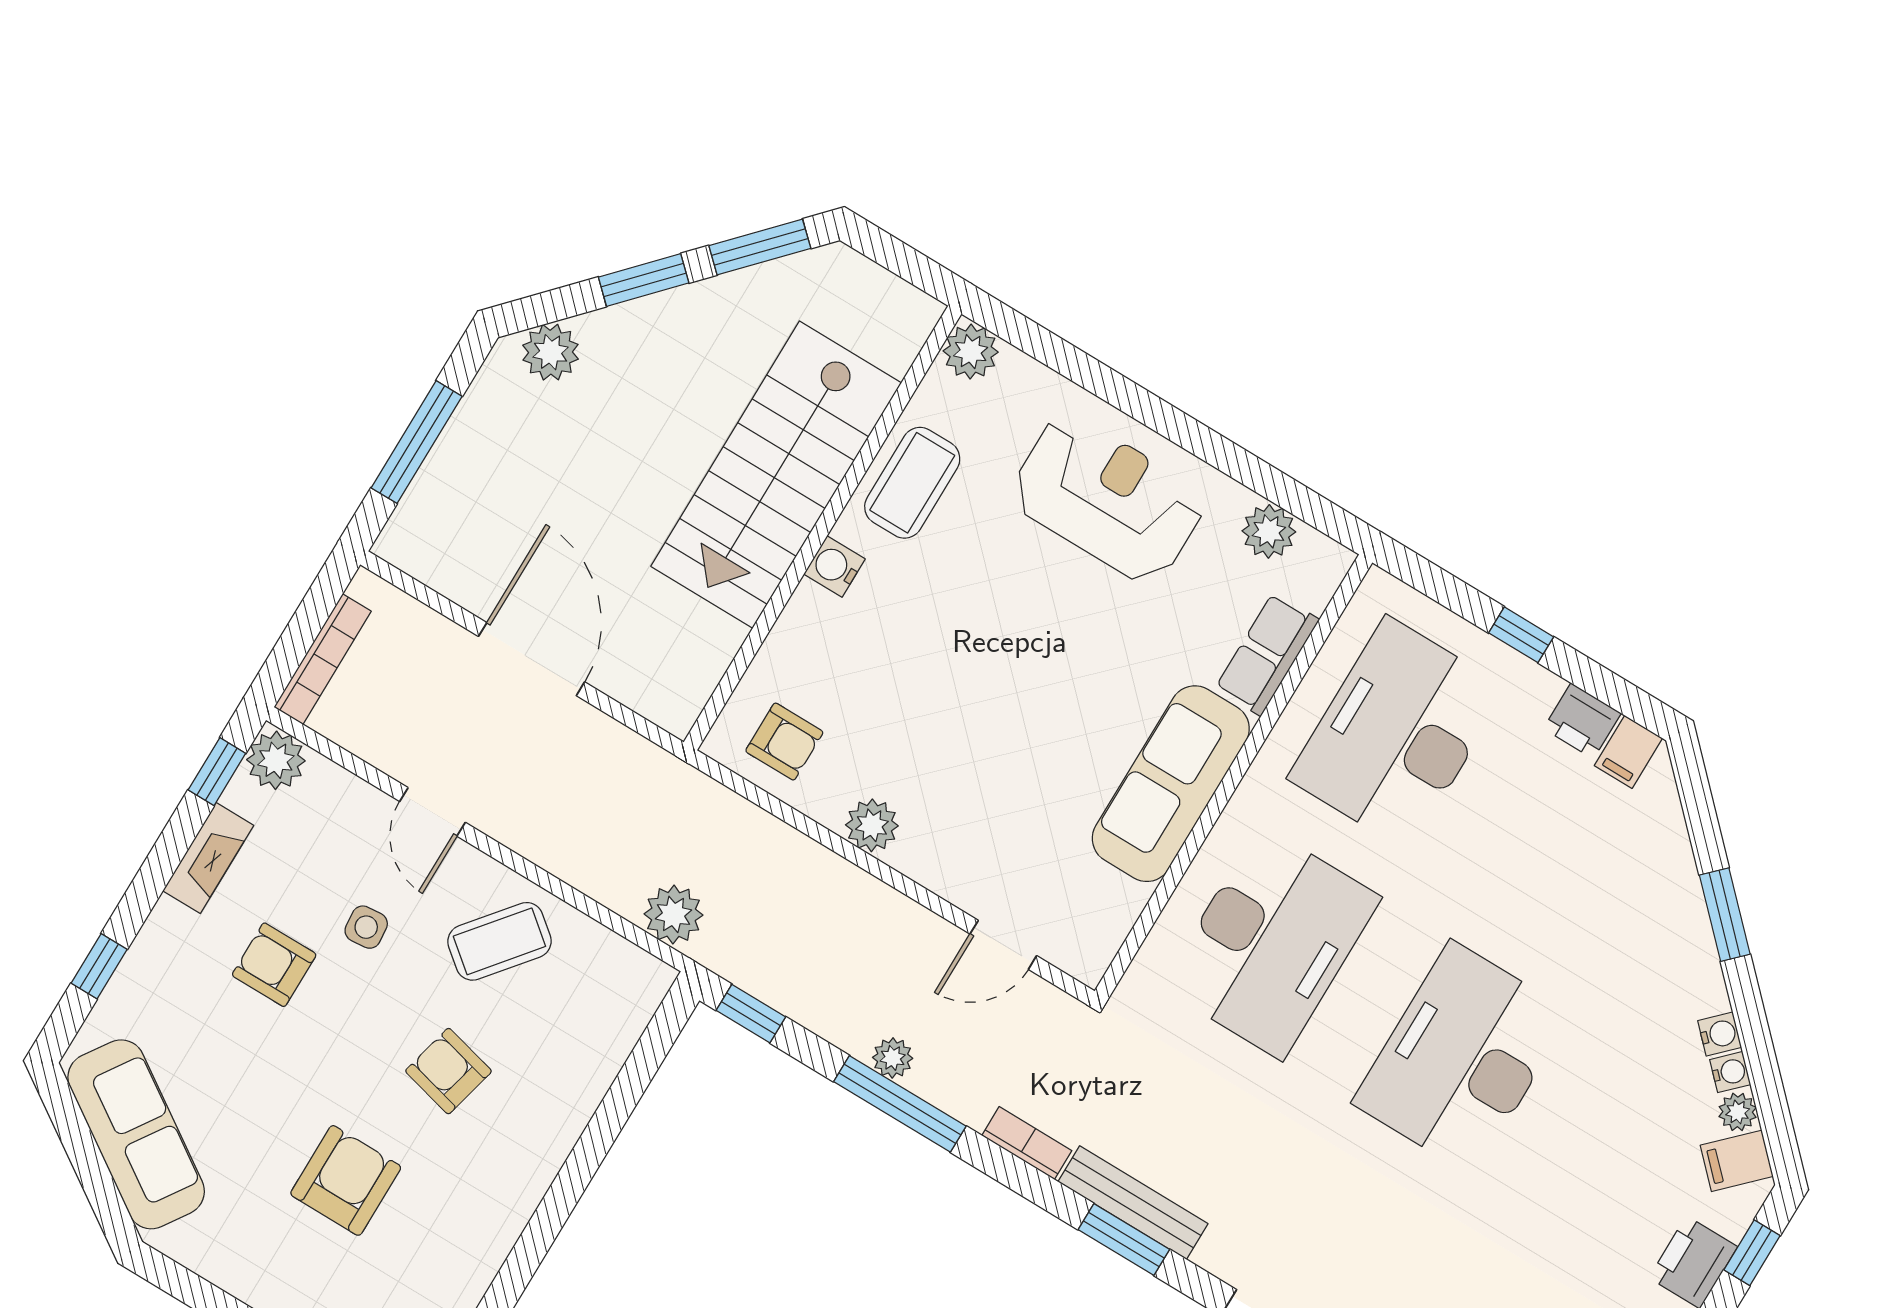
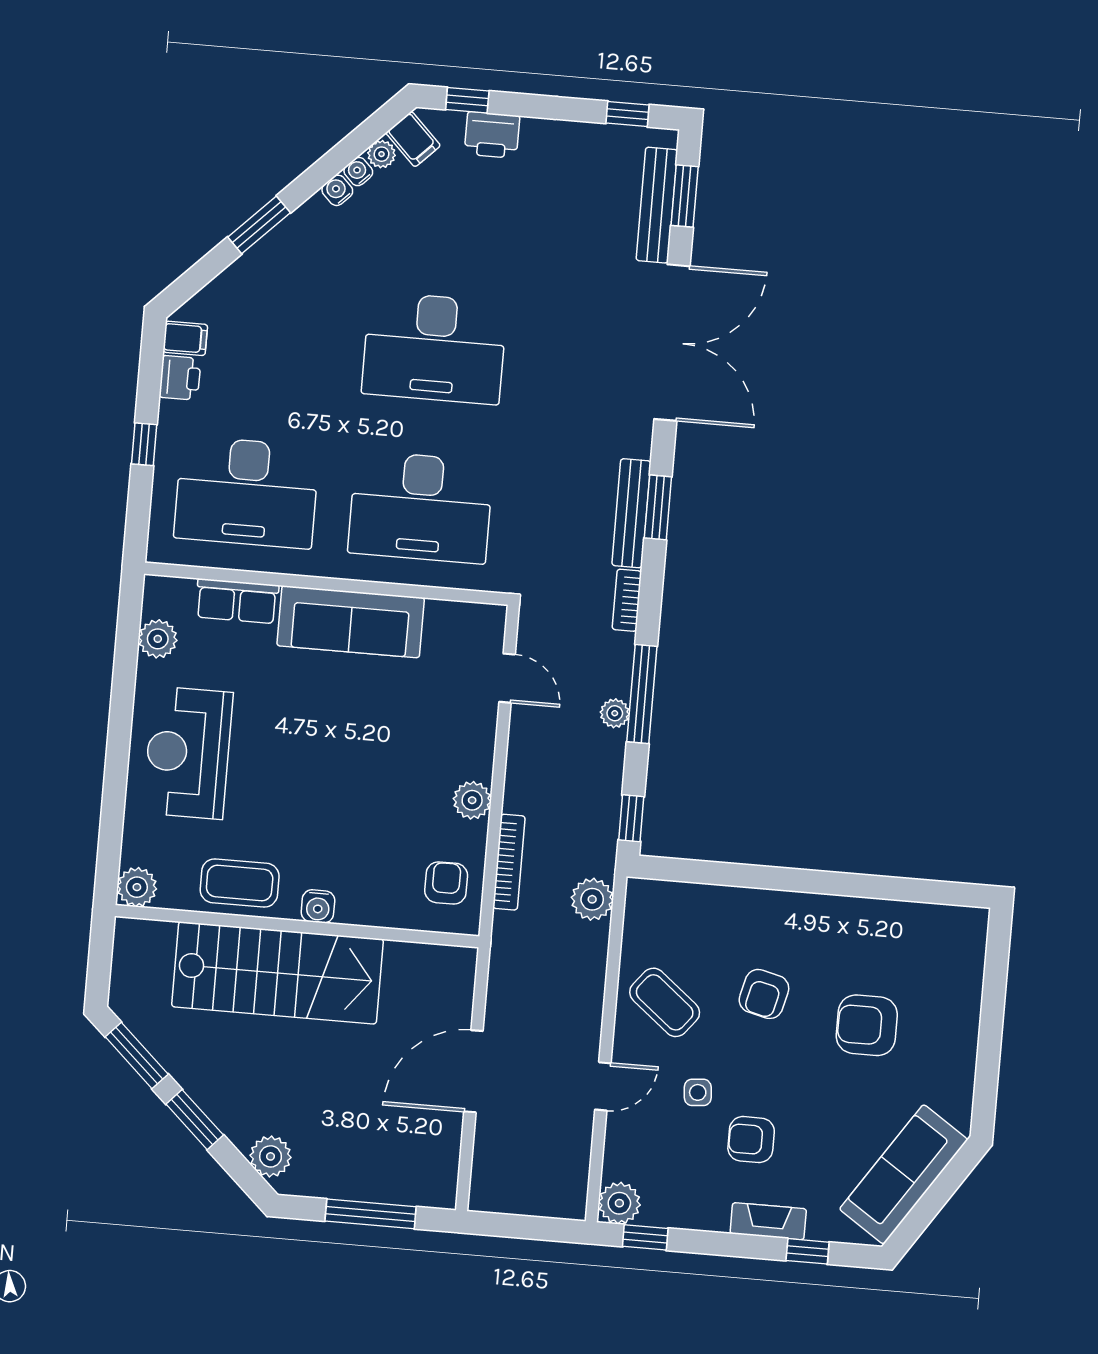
bookcase: (323, 659) -> (509, 862), moved, turned 90
fireplace: (208, 858) -> (768, 1221), moved
desk: (1271, 942) -> (421, 507), turned 180
armchair: (274, 965) -> (751, 1140), turned 90

